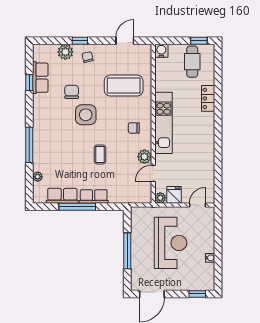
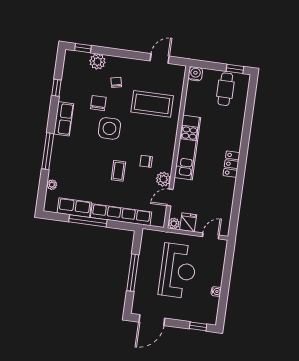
window: (80, 41) -> (83, 48), moved
chair: (88, 57) -> (116, 82), moved
row of seats: (40, 78) -> (64, 119), moved
locker: (208, 98) -> (231, 164), moved
chair: (134, 128) -> (146, 161), moved
row of seats: (94, 196) -> (121, 215), width x2.02

